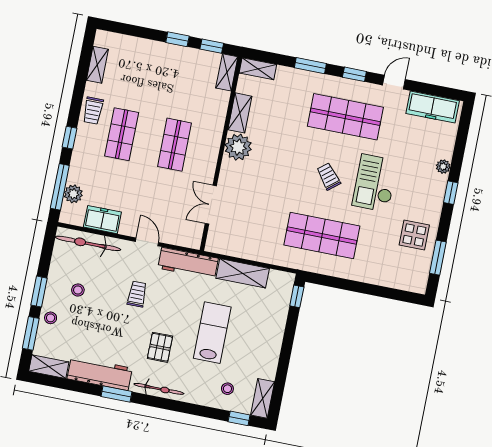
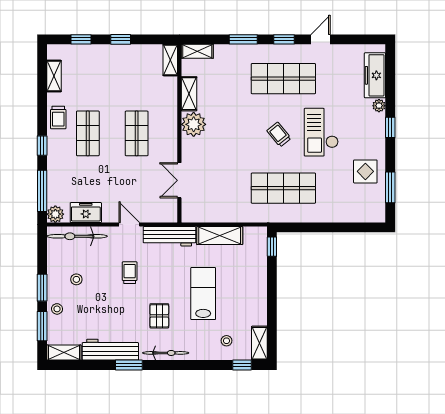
window: (212, 46) -> (81, 39), moved
freezer: (433, 107) -> (375, 75), moved, turned 90
plant: (73, 194) -> (55, 214), moved

